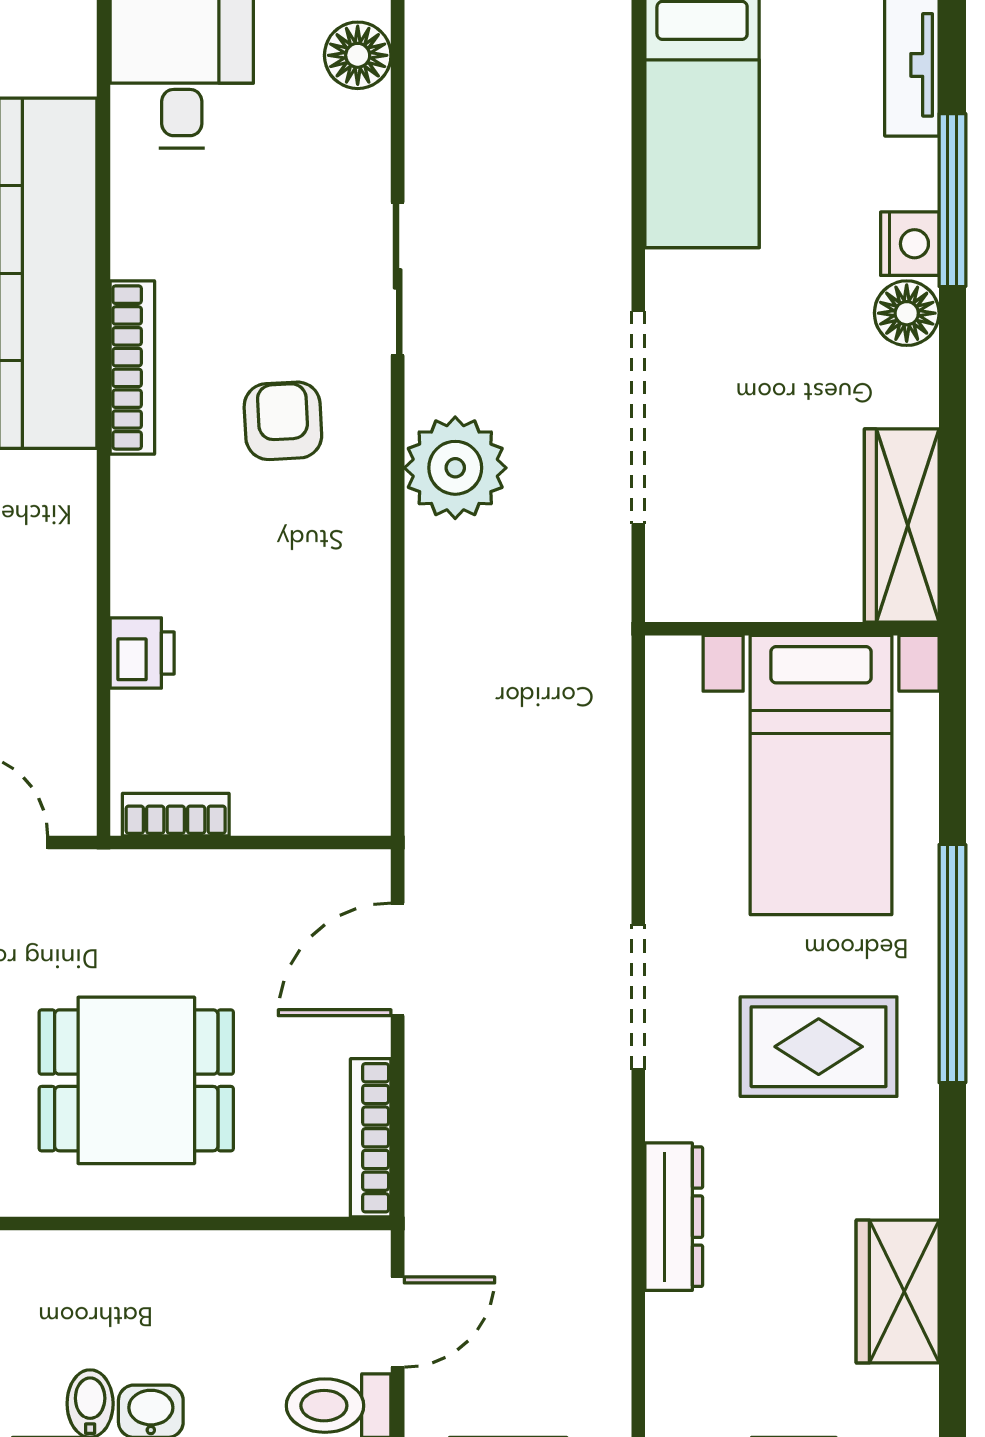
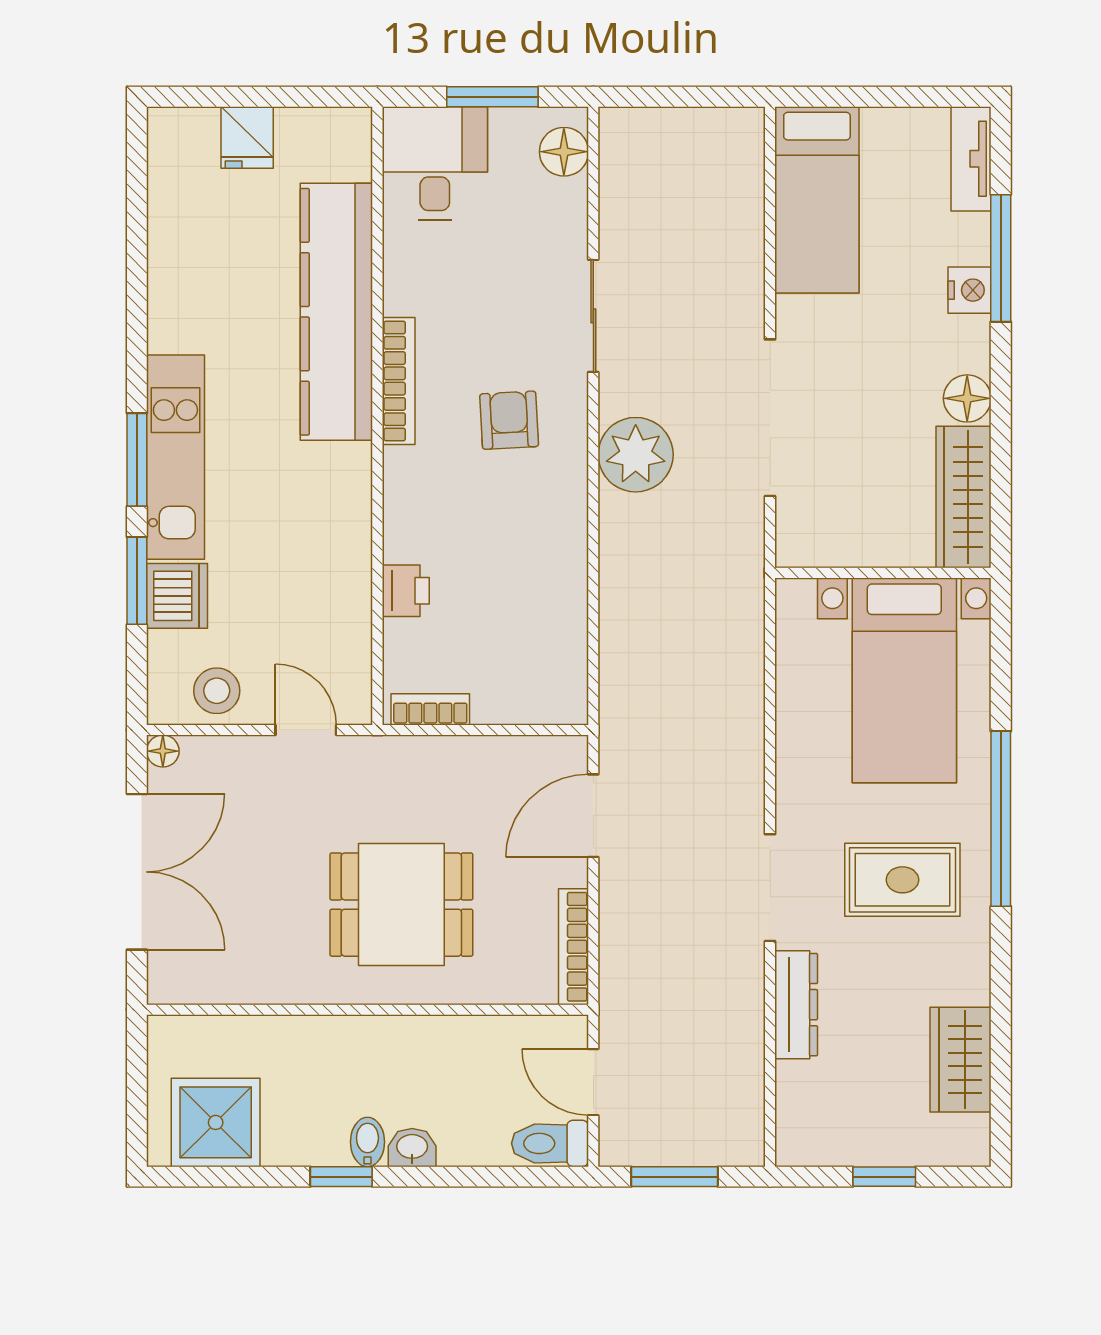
floor lamp: (907, 313) -> (967, 398), moved
doorway: (638, 997) -> (770, 888), moved
door: (398, 1322) -> (593, 1082), swing flipped

